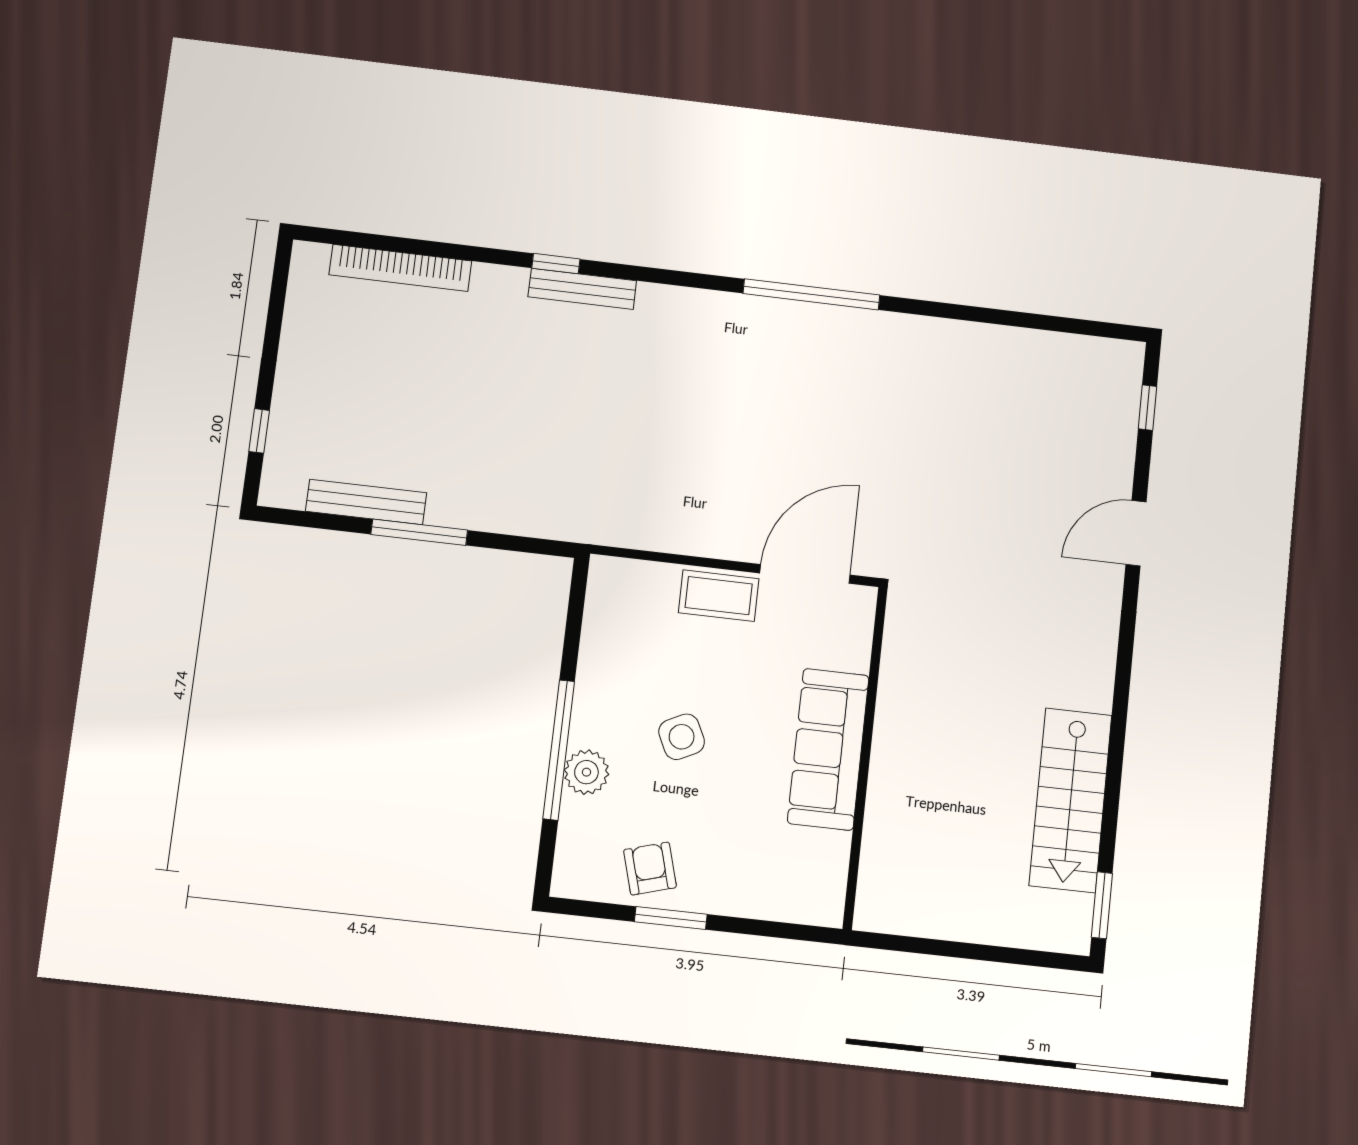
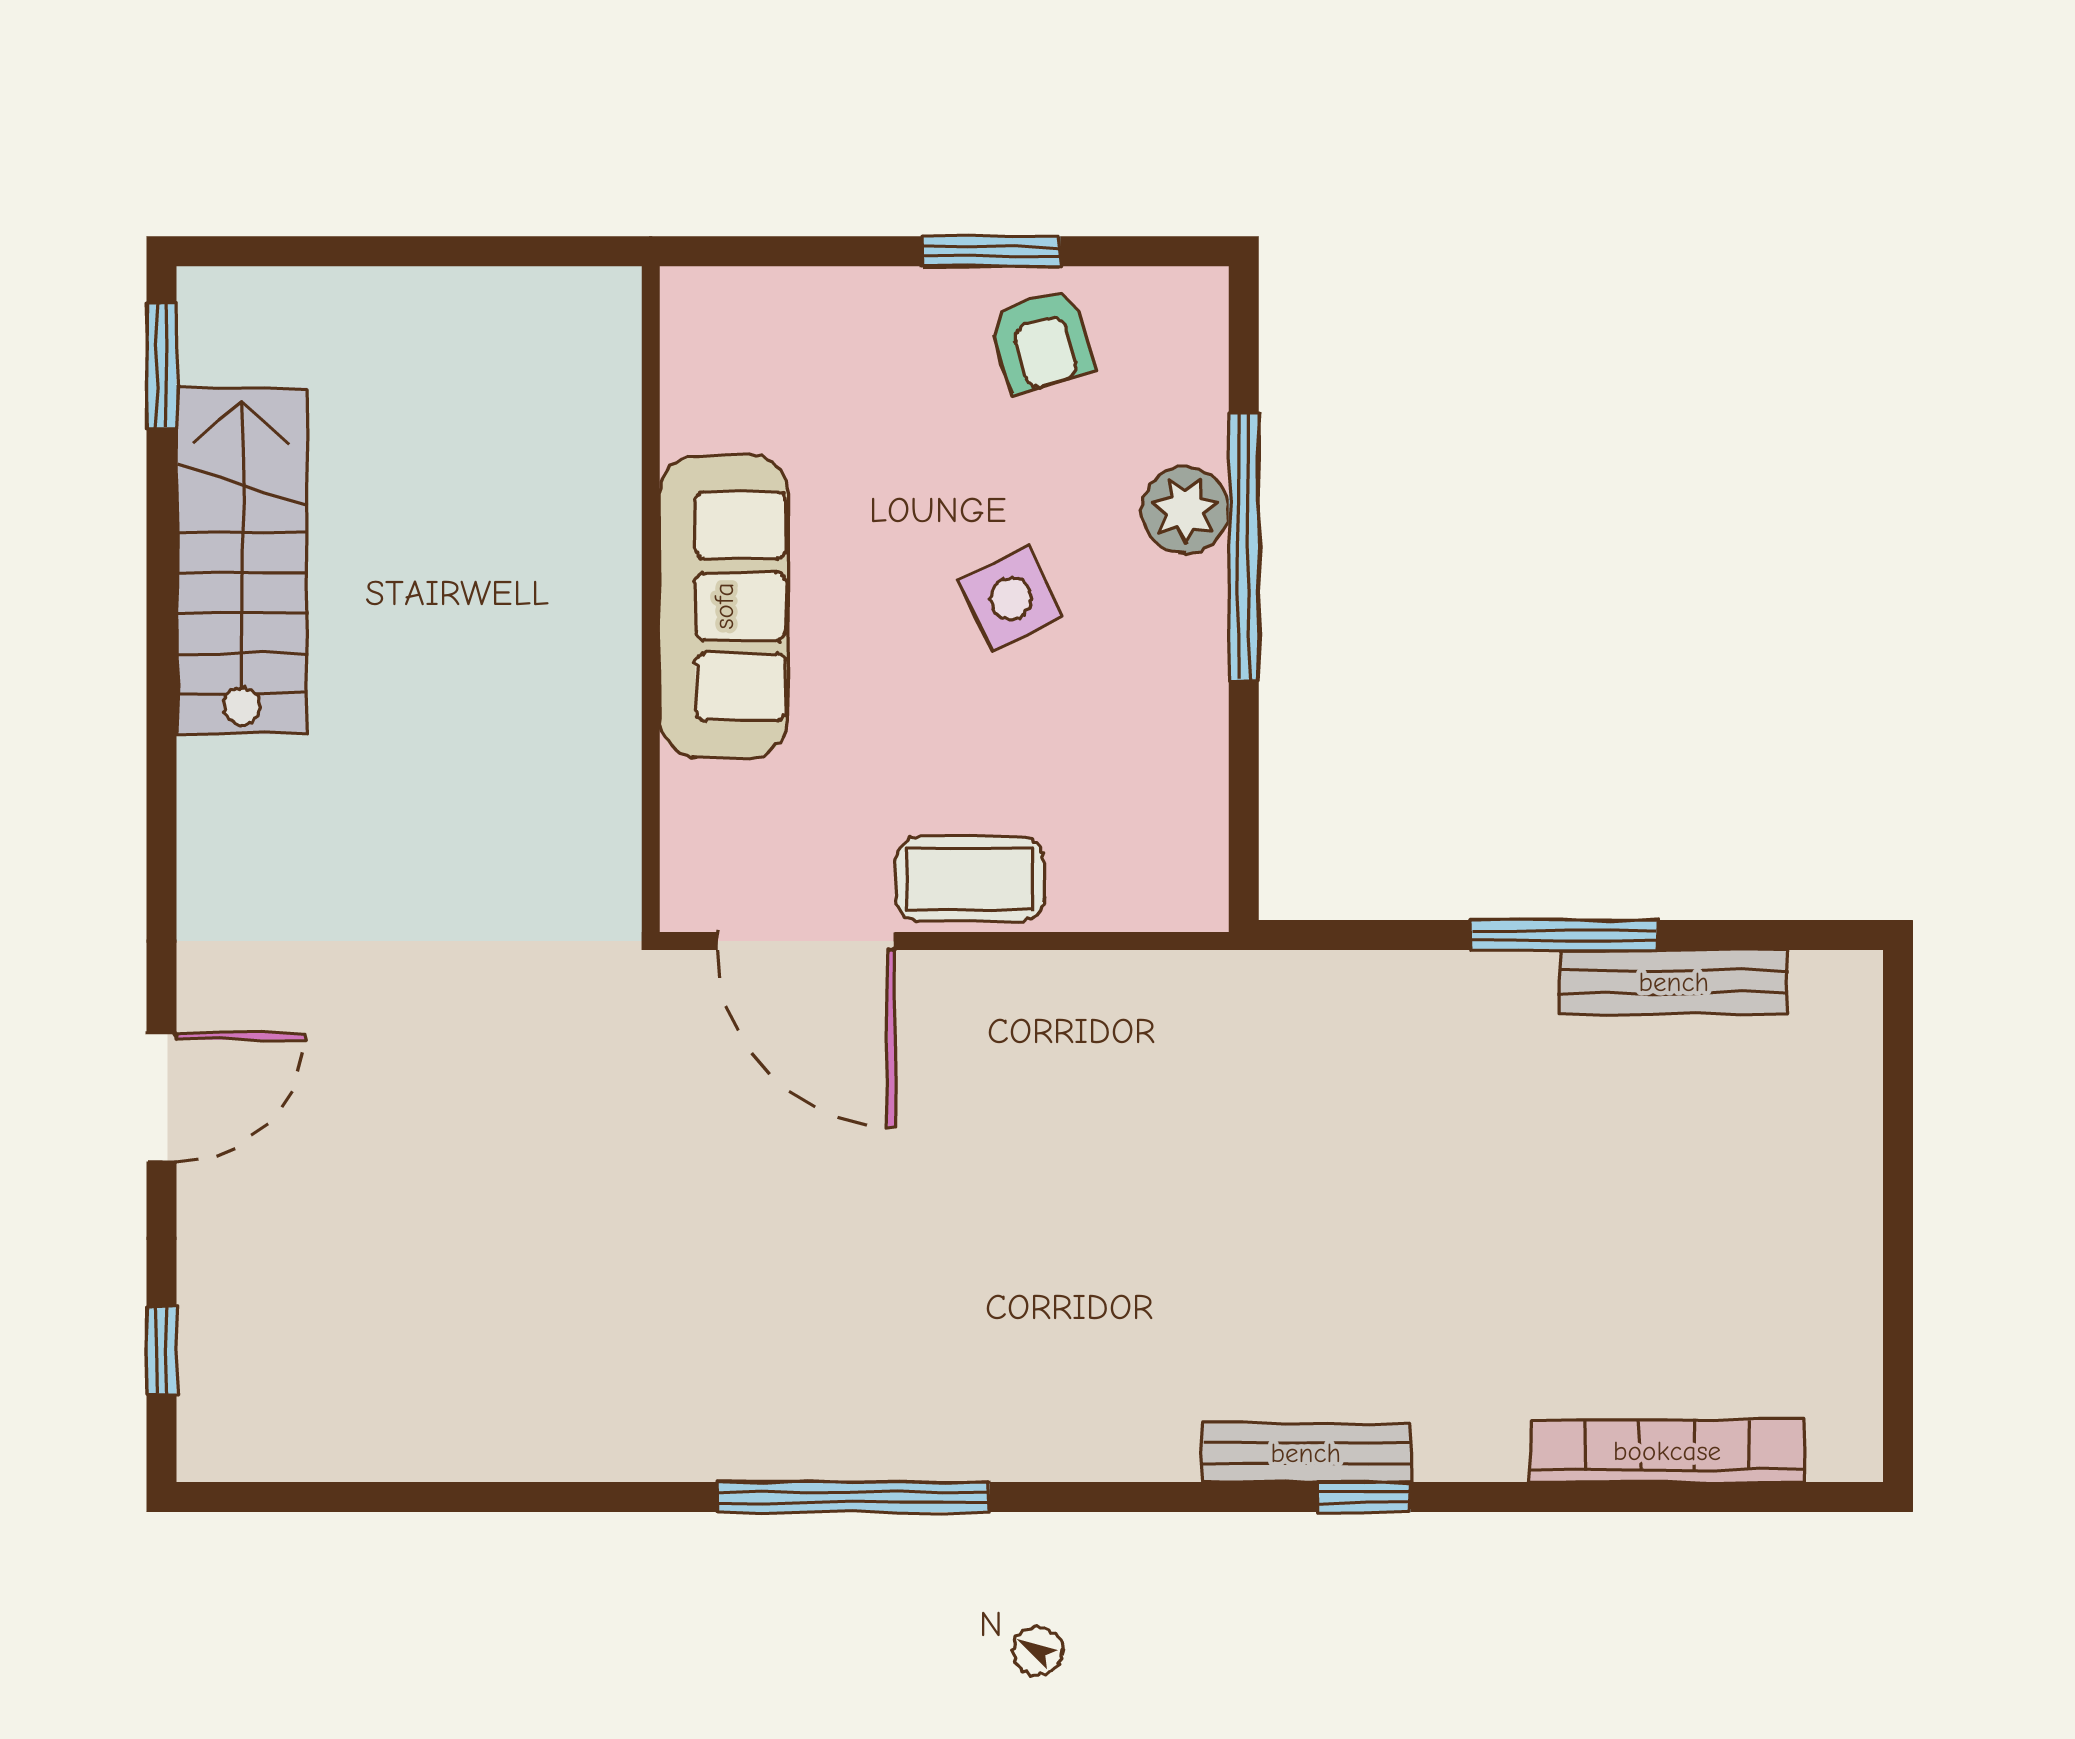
window: (259, 431) -> (1898, 1096), removed
door: (805, 574) -> (806, 941), hinge flipped

